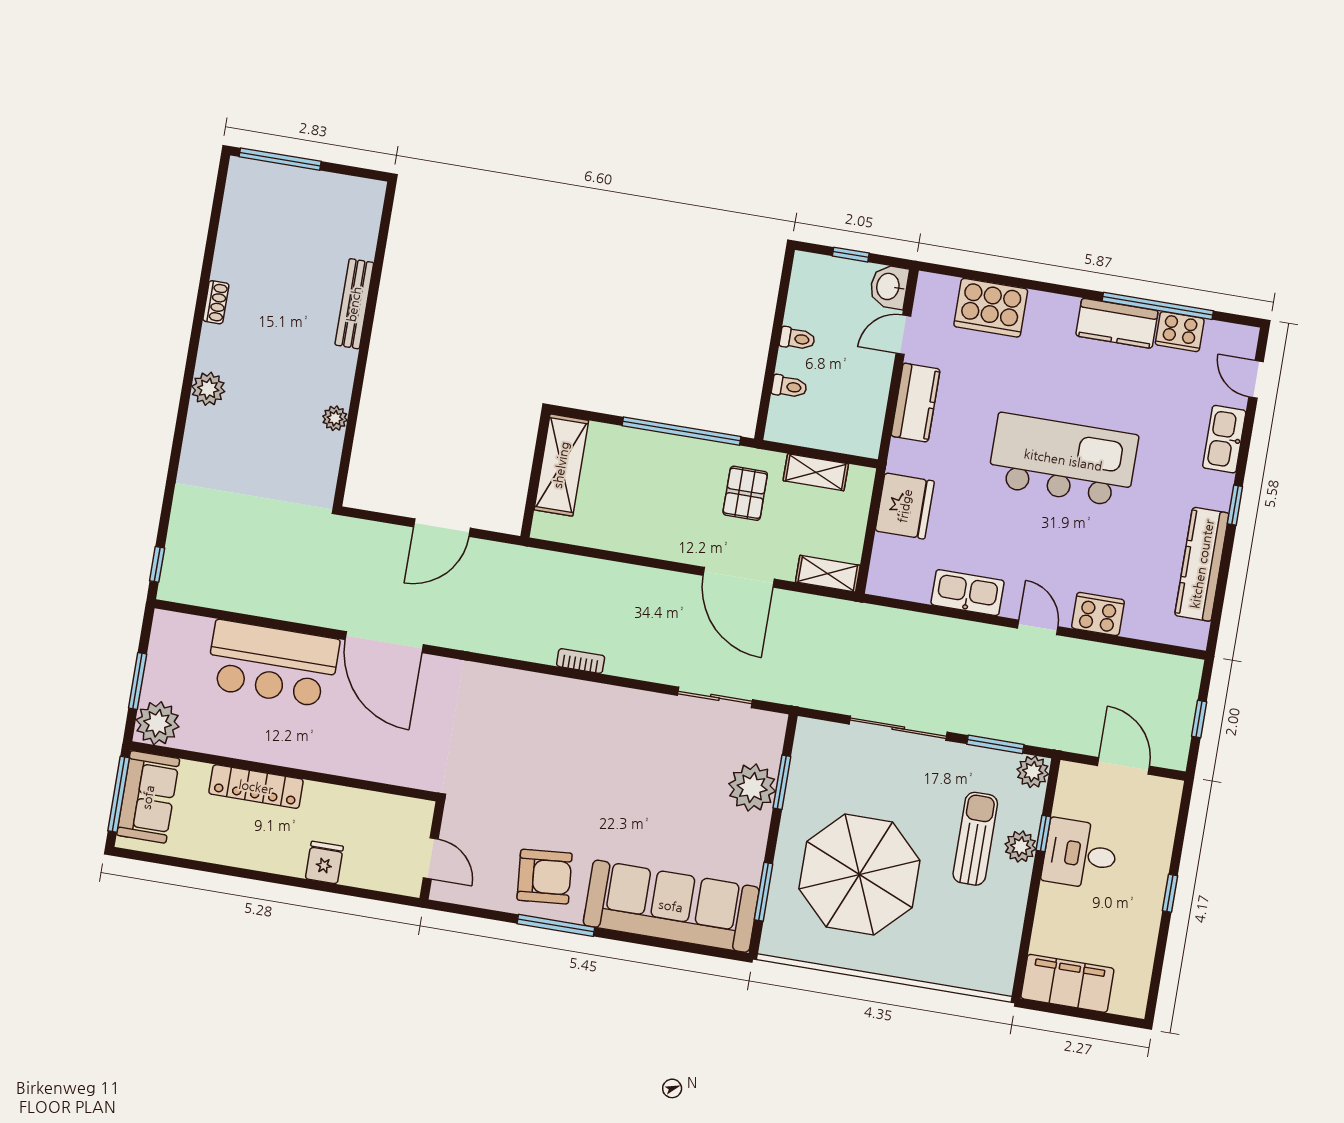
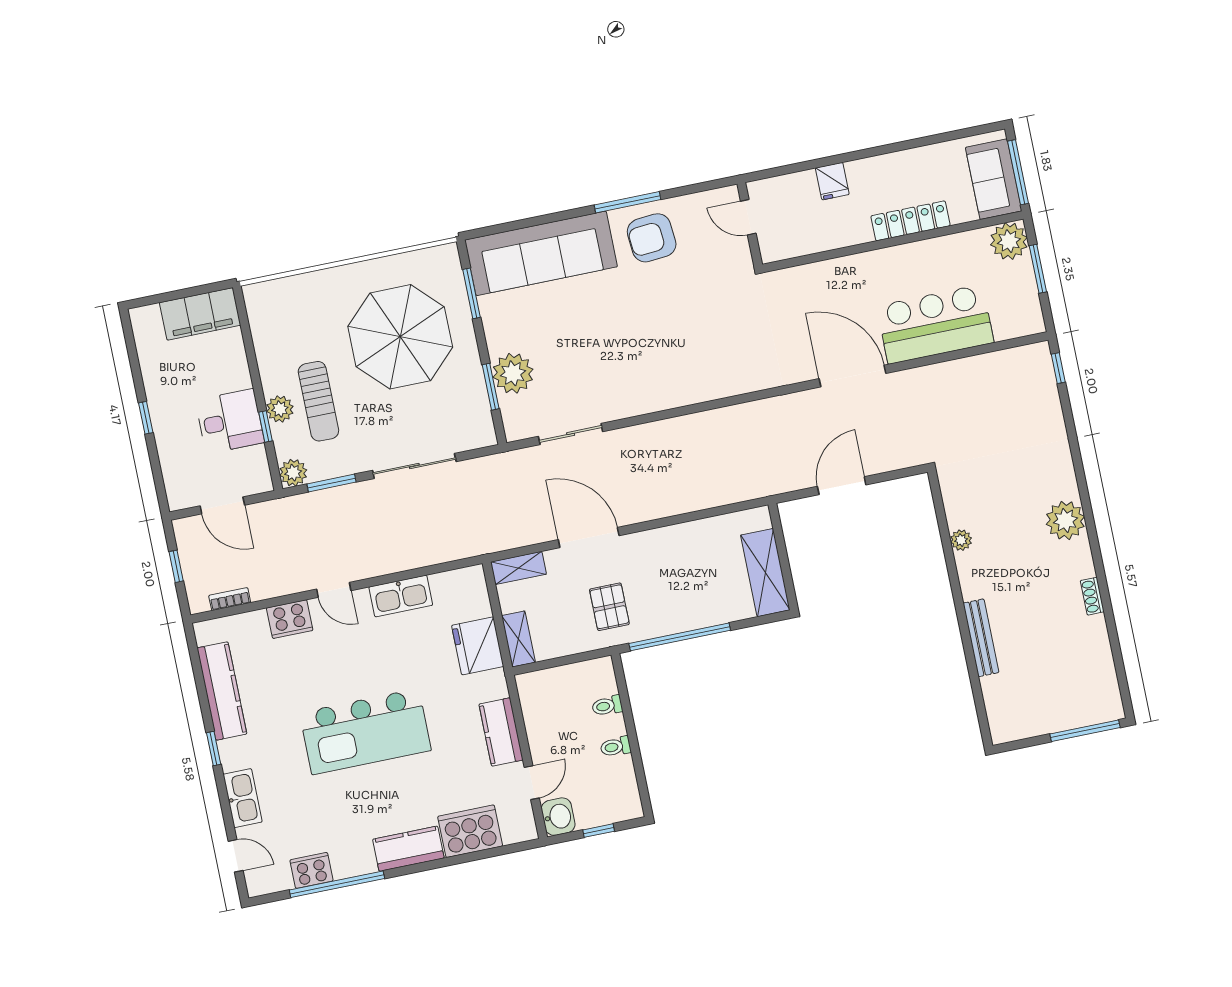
kitchen counter: (1117, 323) -> (408, 849), moved
plant: (208, 389) -> (1065, 520), width x1.36, depth x1.36
shelving: (816, 472) -> (518, 639), moved, turned 90
bookcase: (581, 661) -> (230, 599), moved, turned 180

